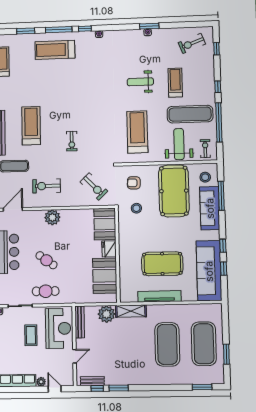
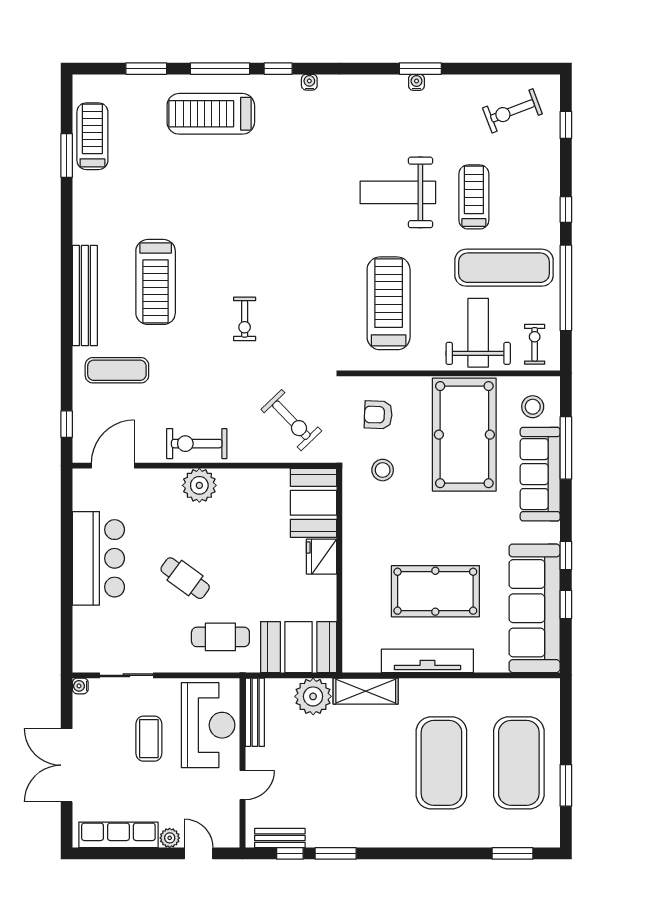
weight bench: (140, 82) -> (398, 192), width x1.36, depth x1.33
treadmill: (31, 126) -> (156, 282), turned 180
exercise bike: (47, 186) -> (197, 444), moved
booth: (105, 276) -> (299, 647), moved, turned 90
cafe table: (46, 291) -> (220, 637), moved

